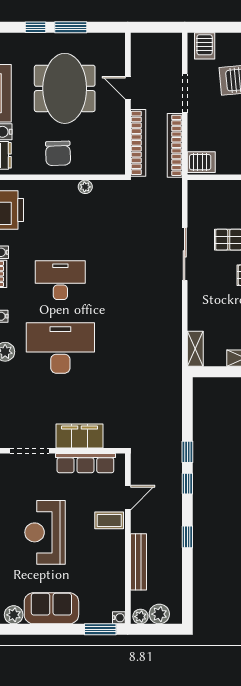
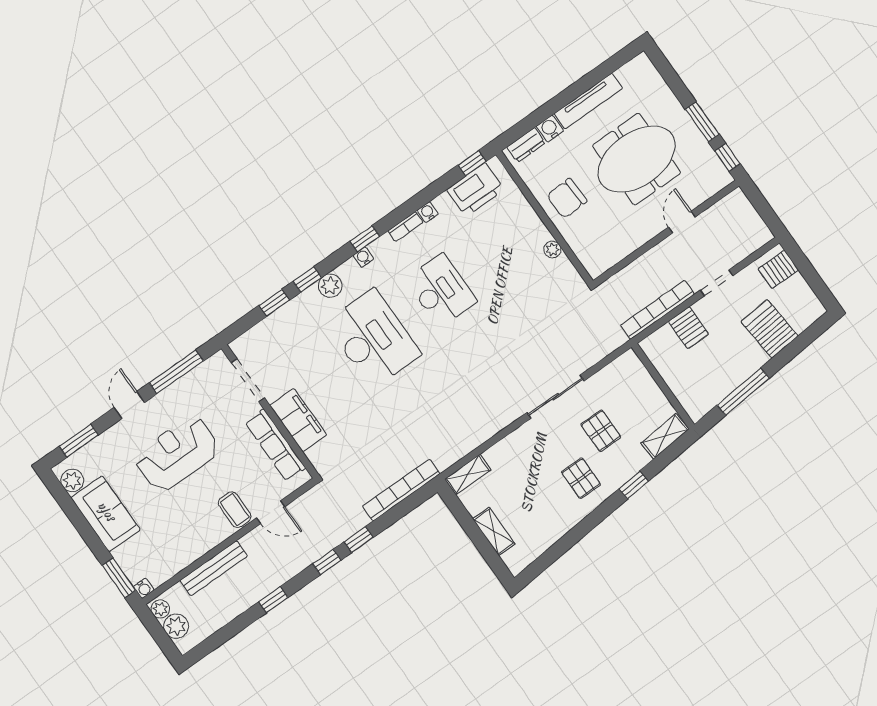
window: (36, 27) -> (727, 157), moved
doorway: (185, 93) -> (717, 283), width x0.73
bookcase: (138, 143) -> (401, 490), moved, turned 180
server rack: (201, 162) -> (688, 328), moved

